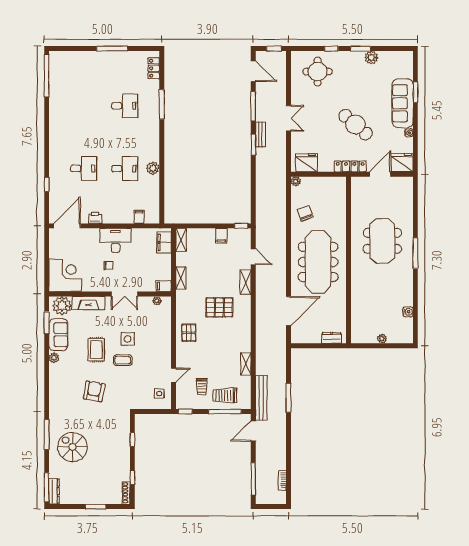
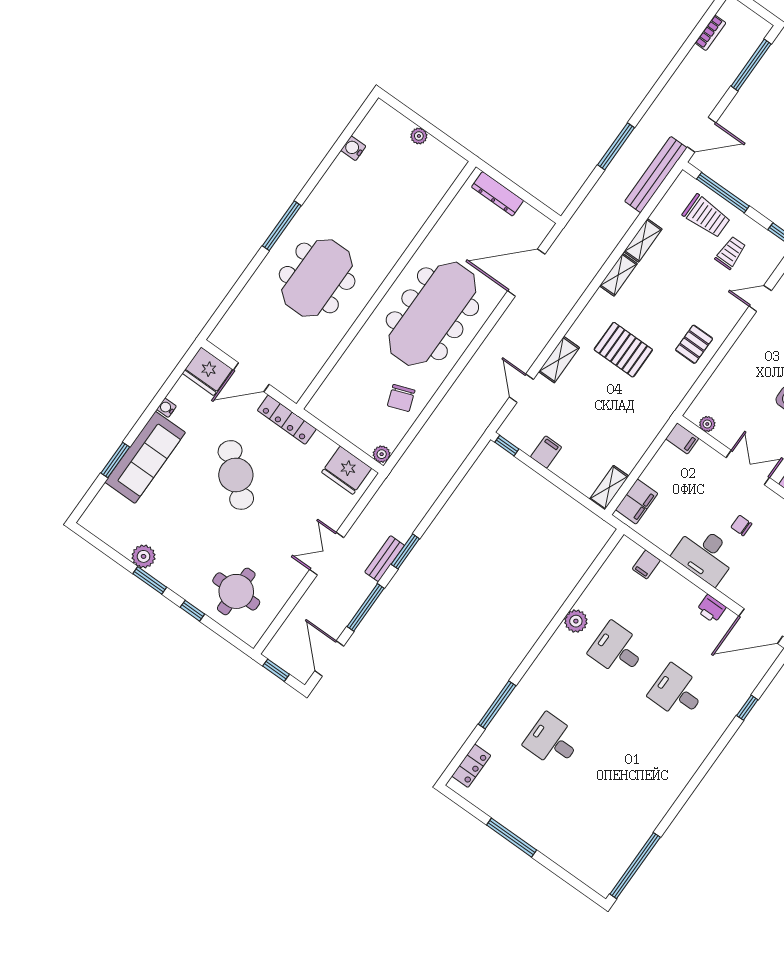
shelving: (181, 278) -> (618, 275), moved
dresser: (332, 338) -> (498, 194), width x1.44

